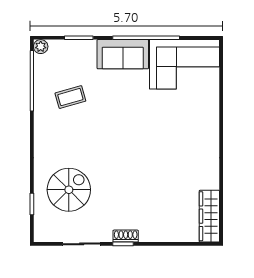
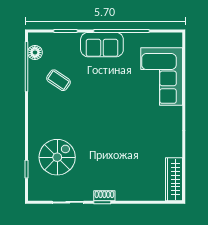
plant: (41, 47) -> (34, 38), removed
floor lamp: (42, 64) -> (35, 52), added
corner sofa: (185, 64) -> (162, 77), moved, turned 90
coffee table: (70, 97) -> (59, 80), turned 50

